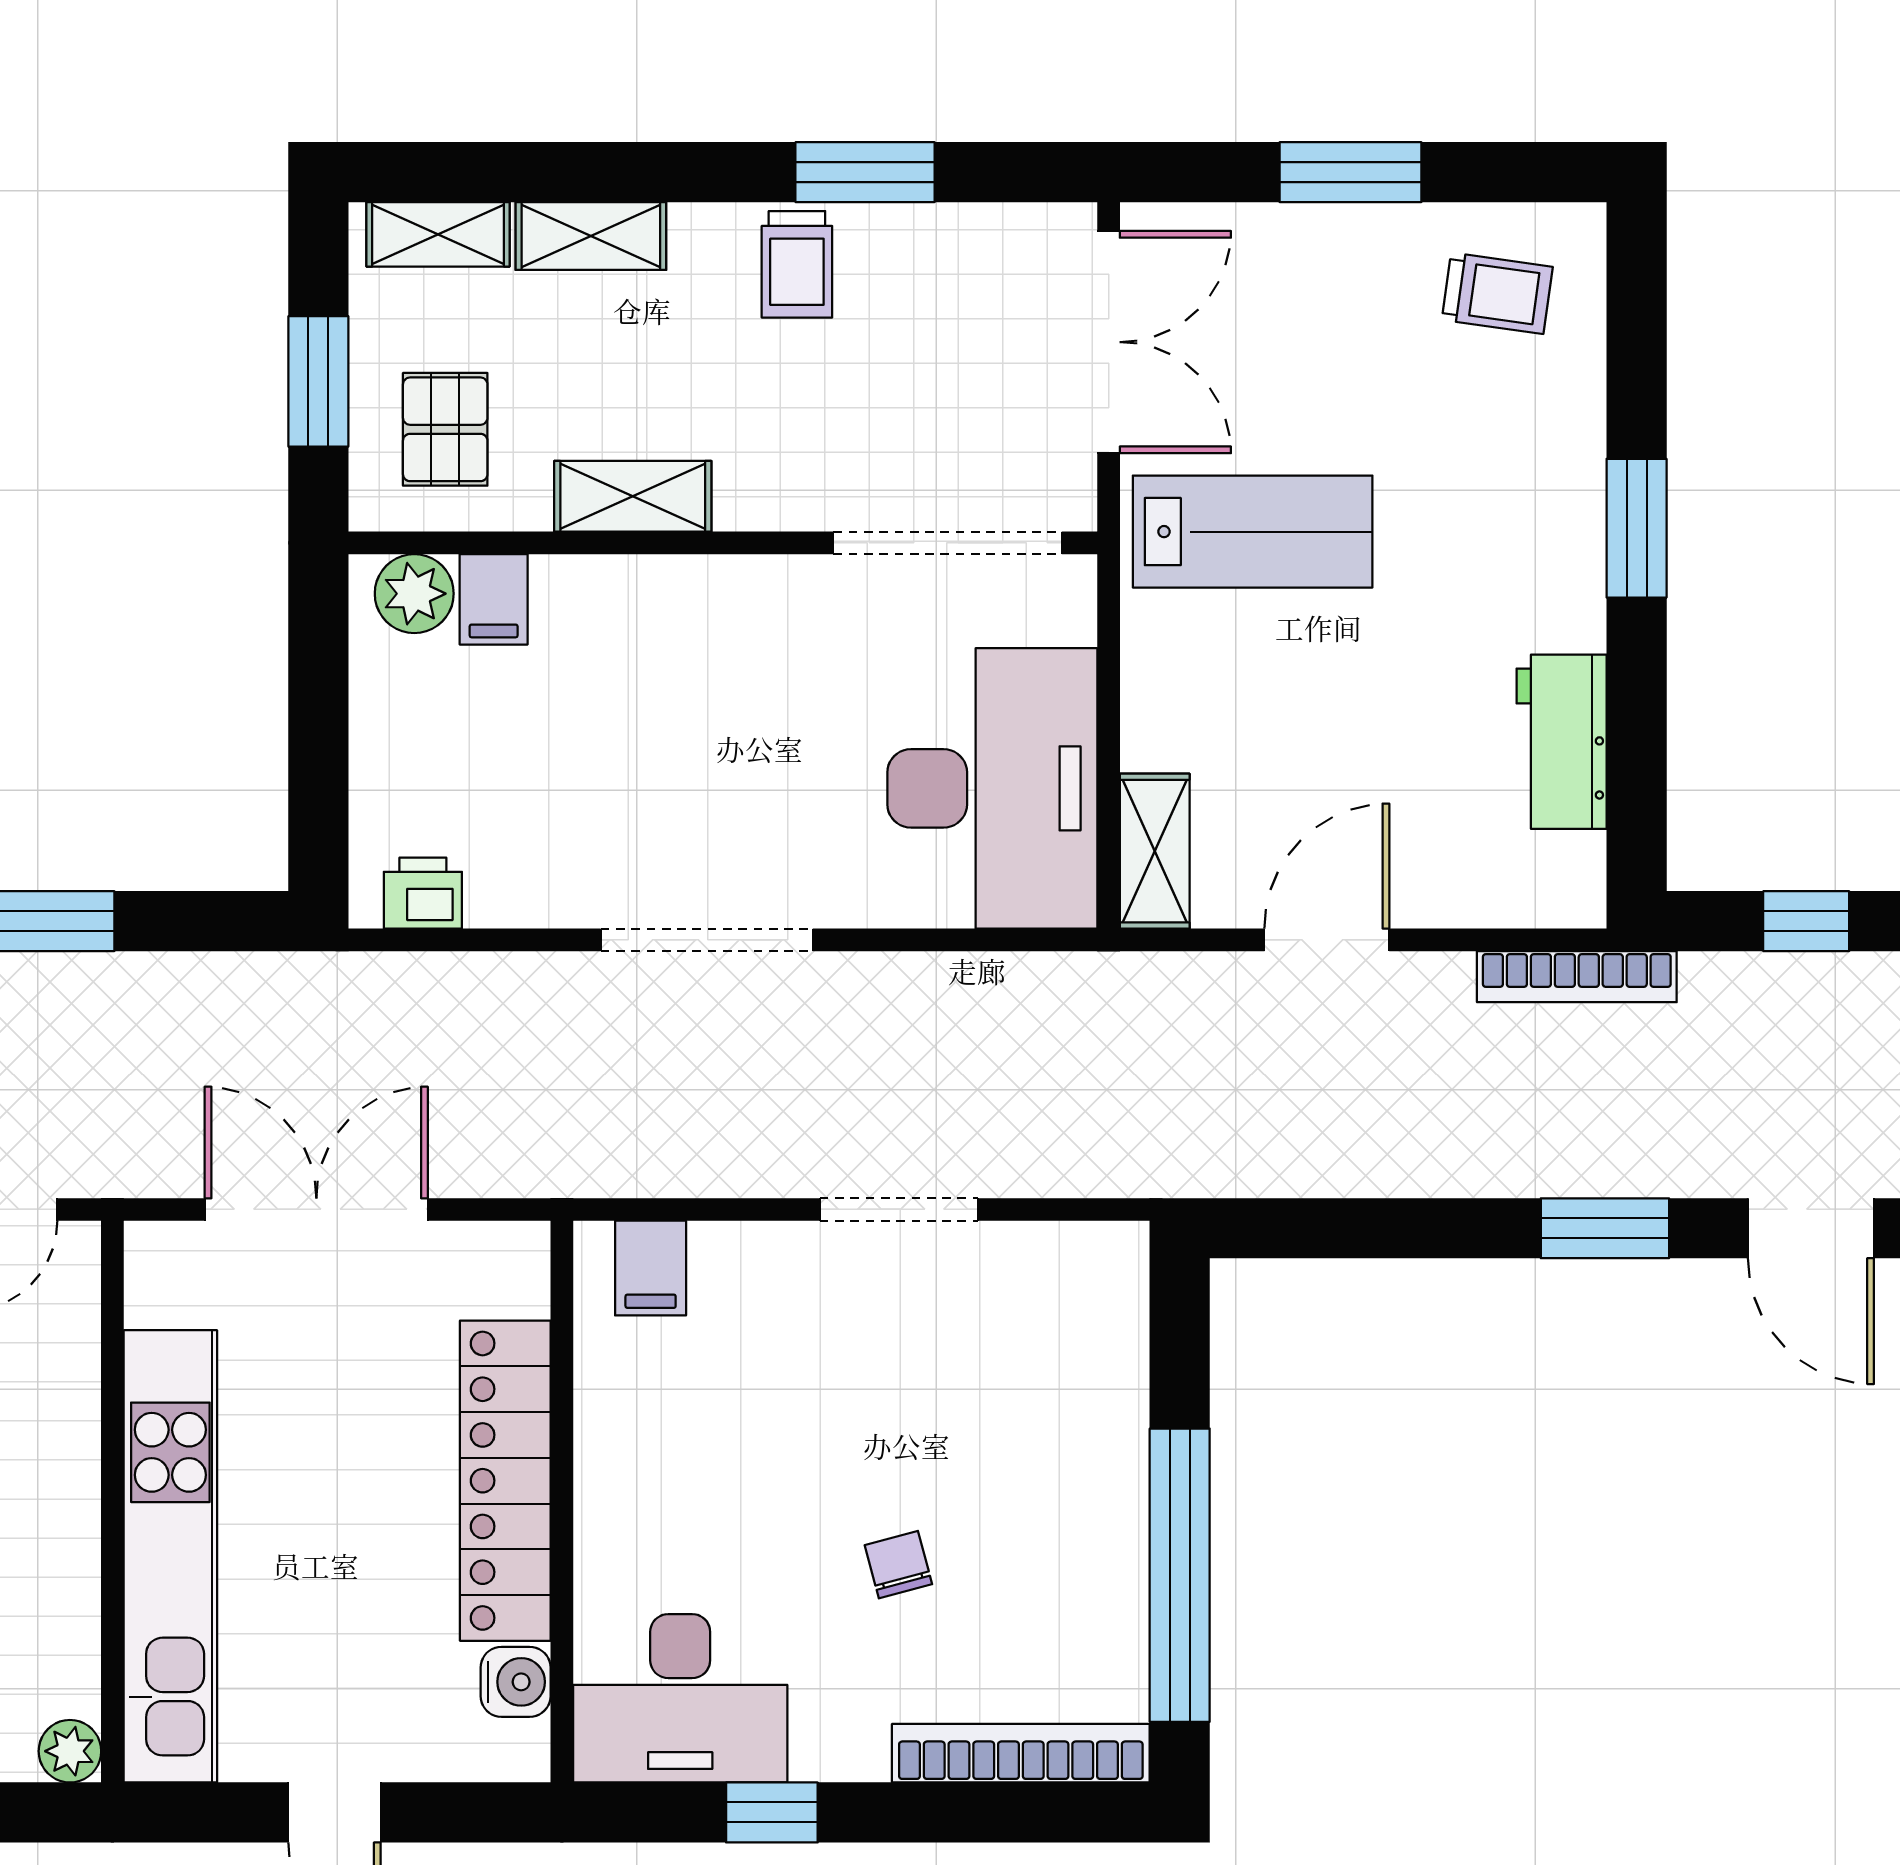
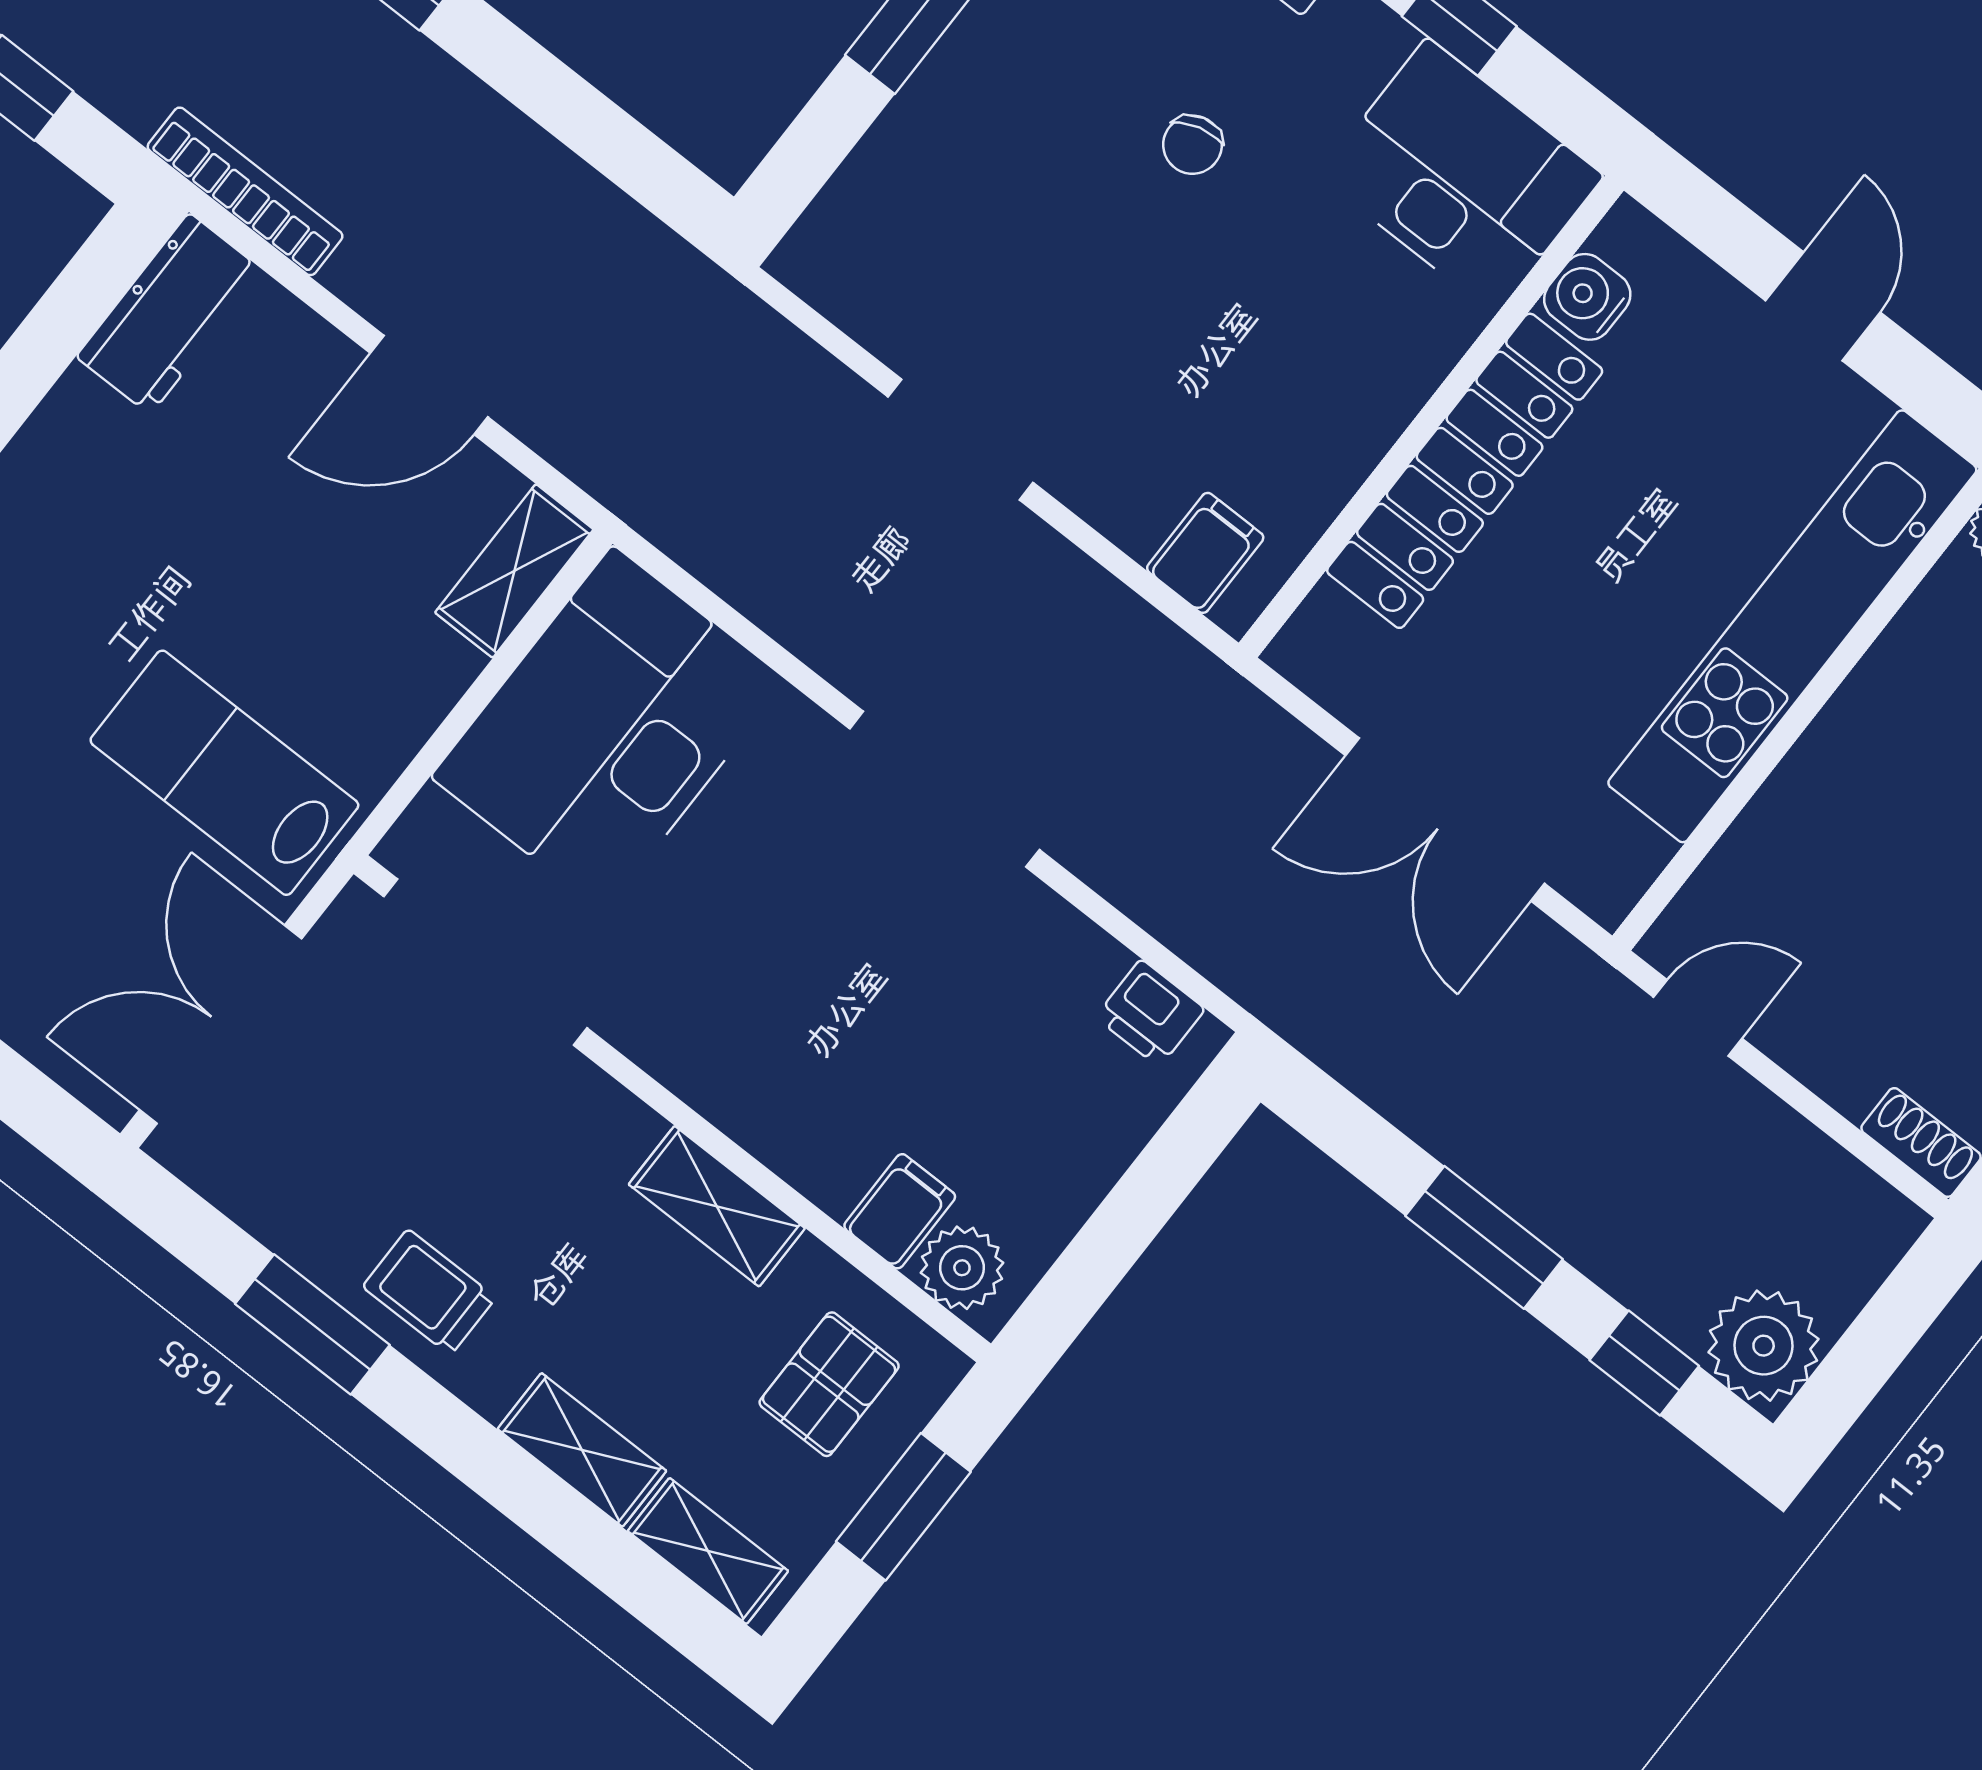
trolley: (797, 264) -> (429, 1292), turned -90
workbench: (1562, 742) -> (170, 314), moved

